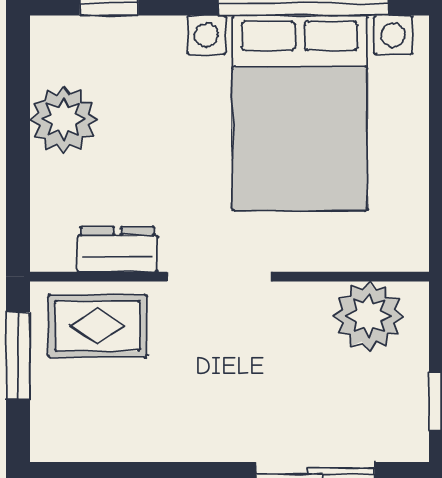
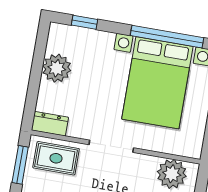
dresser: (117, 249) -> (50, 124), moved

